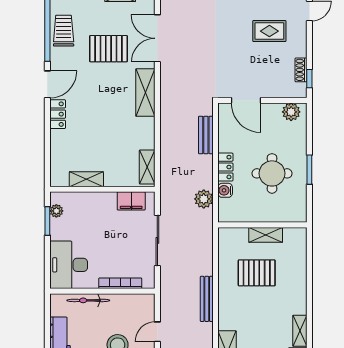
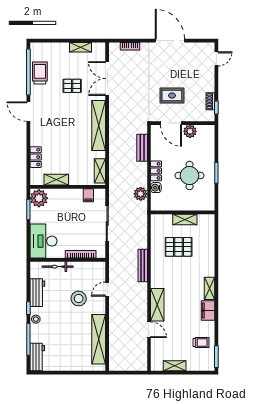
rug: (269, 31) -> (172, 96), moved
pallet: (108, 49) -> (72, 86), width x0.67, depth x0.71
door: (47, 84) -> (28, 112), swing flipped
shelving: (145, 93) -> (99, 125), width x1.47
plant: (291, 112) -> (190, 131), moved
locker: (58, 114) -> (36, 157), moved
filing cabinet: (131, 201) -> (88, 195), width x0.50
plant: (56, 211) -> (39, 198), width x1.87, depth x1.87

